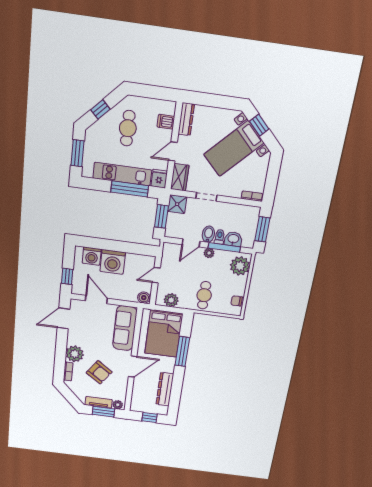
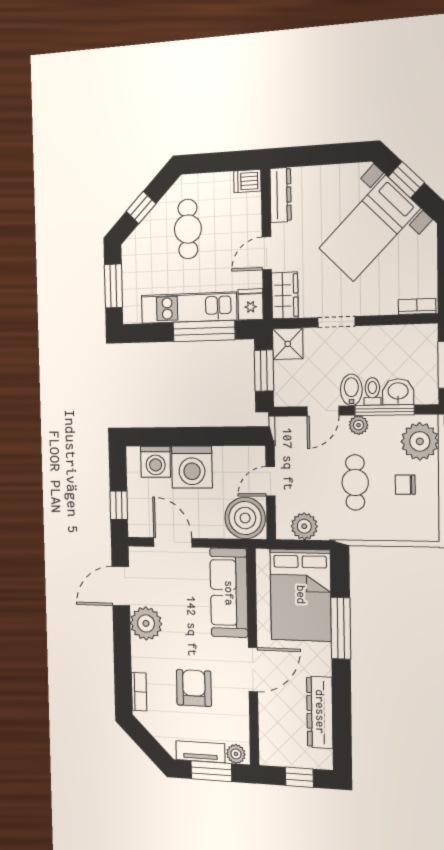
dishwasher: (166, 122) -> (247, 181), moved
cafe table: (204, 295) -> (355, 482), moved
boiler: (144, 298) -> (245, 518), width x1.86, depth x1.86
chair: (237, 301) -> (405, 485), moved
plant: (75, 354) -> (146, 623), moved
armchair: (99, 372) -> (194, 688), turned -125

